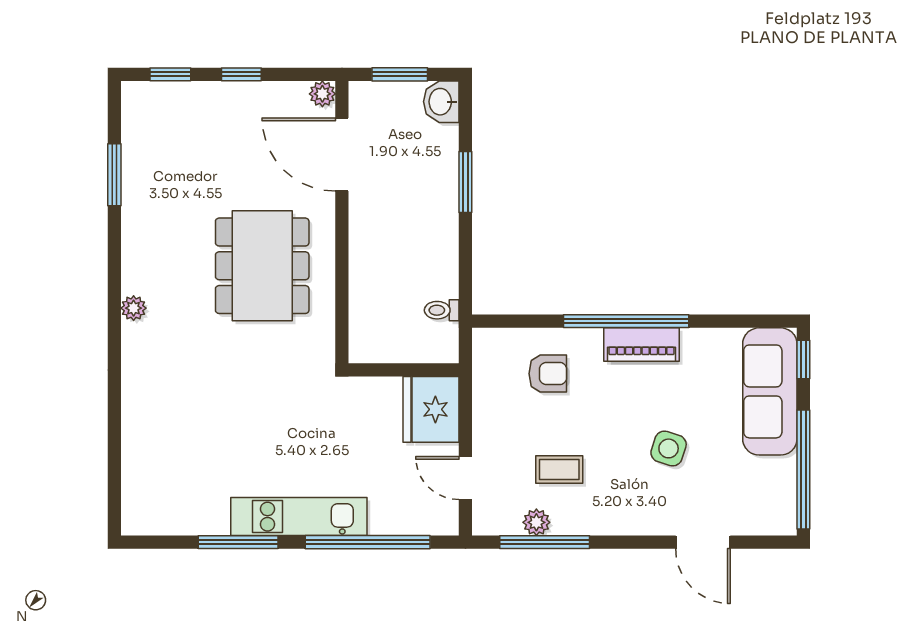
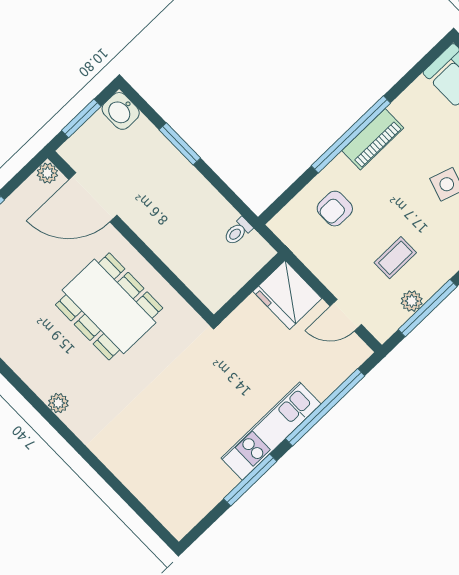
armchair: (548, 374) -> (335, 209), turned 180

